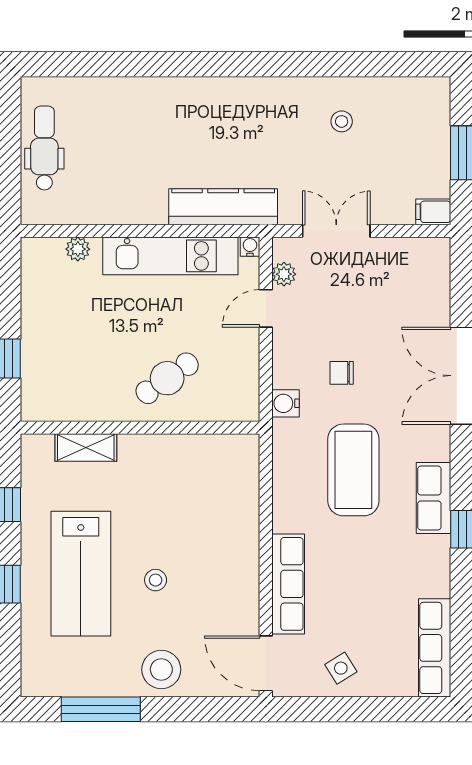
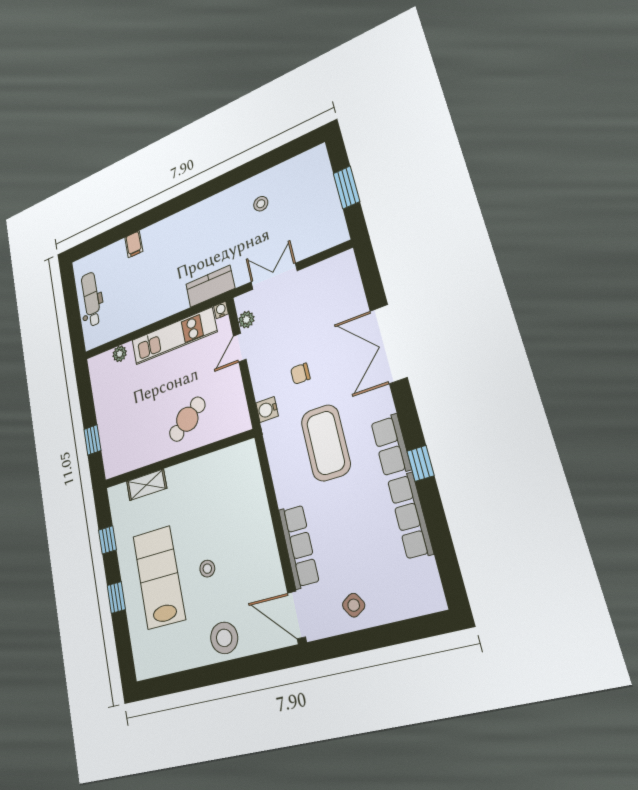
kitchen counter: (223, 207) -> (210, 286), width x0.67
filing cabinet: (433, 212) -> (134, 244), moved, turned -90
lab bench: (81, 574) -> (159, 577), turned 180
row of seats: (435, 648) -> (410, 516), moved
window: (101, 709) -> (189, 679), removed

